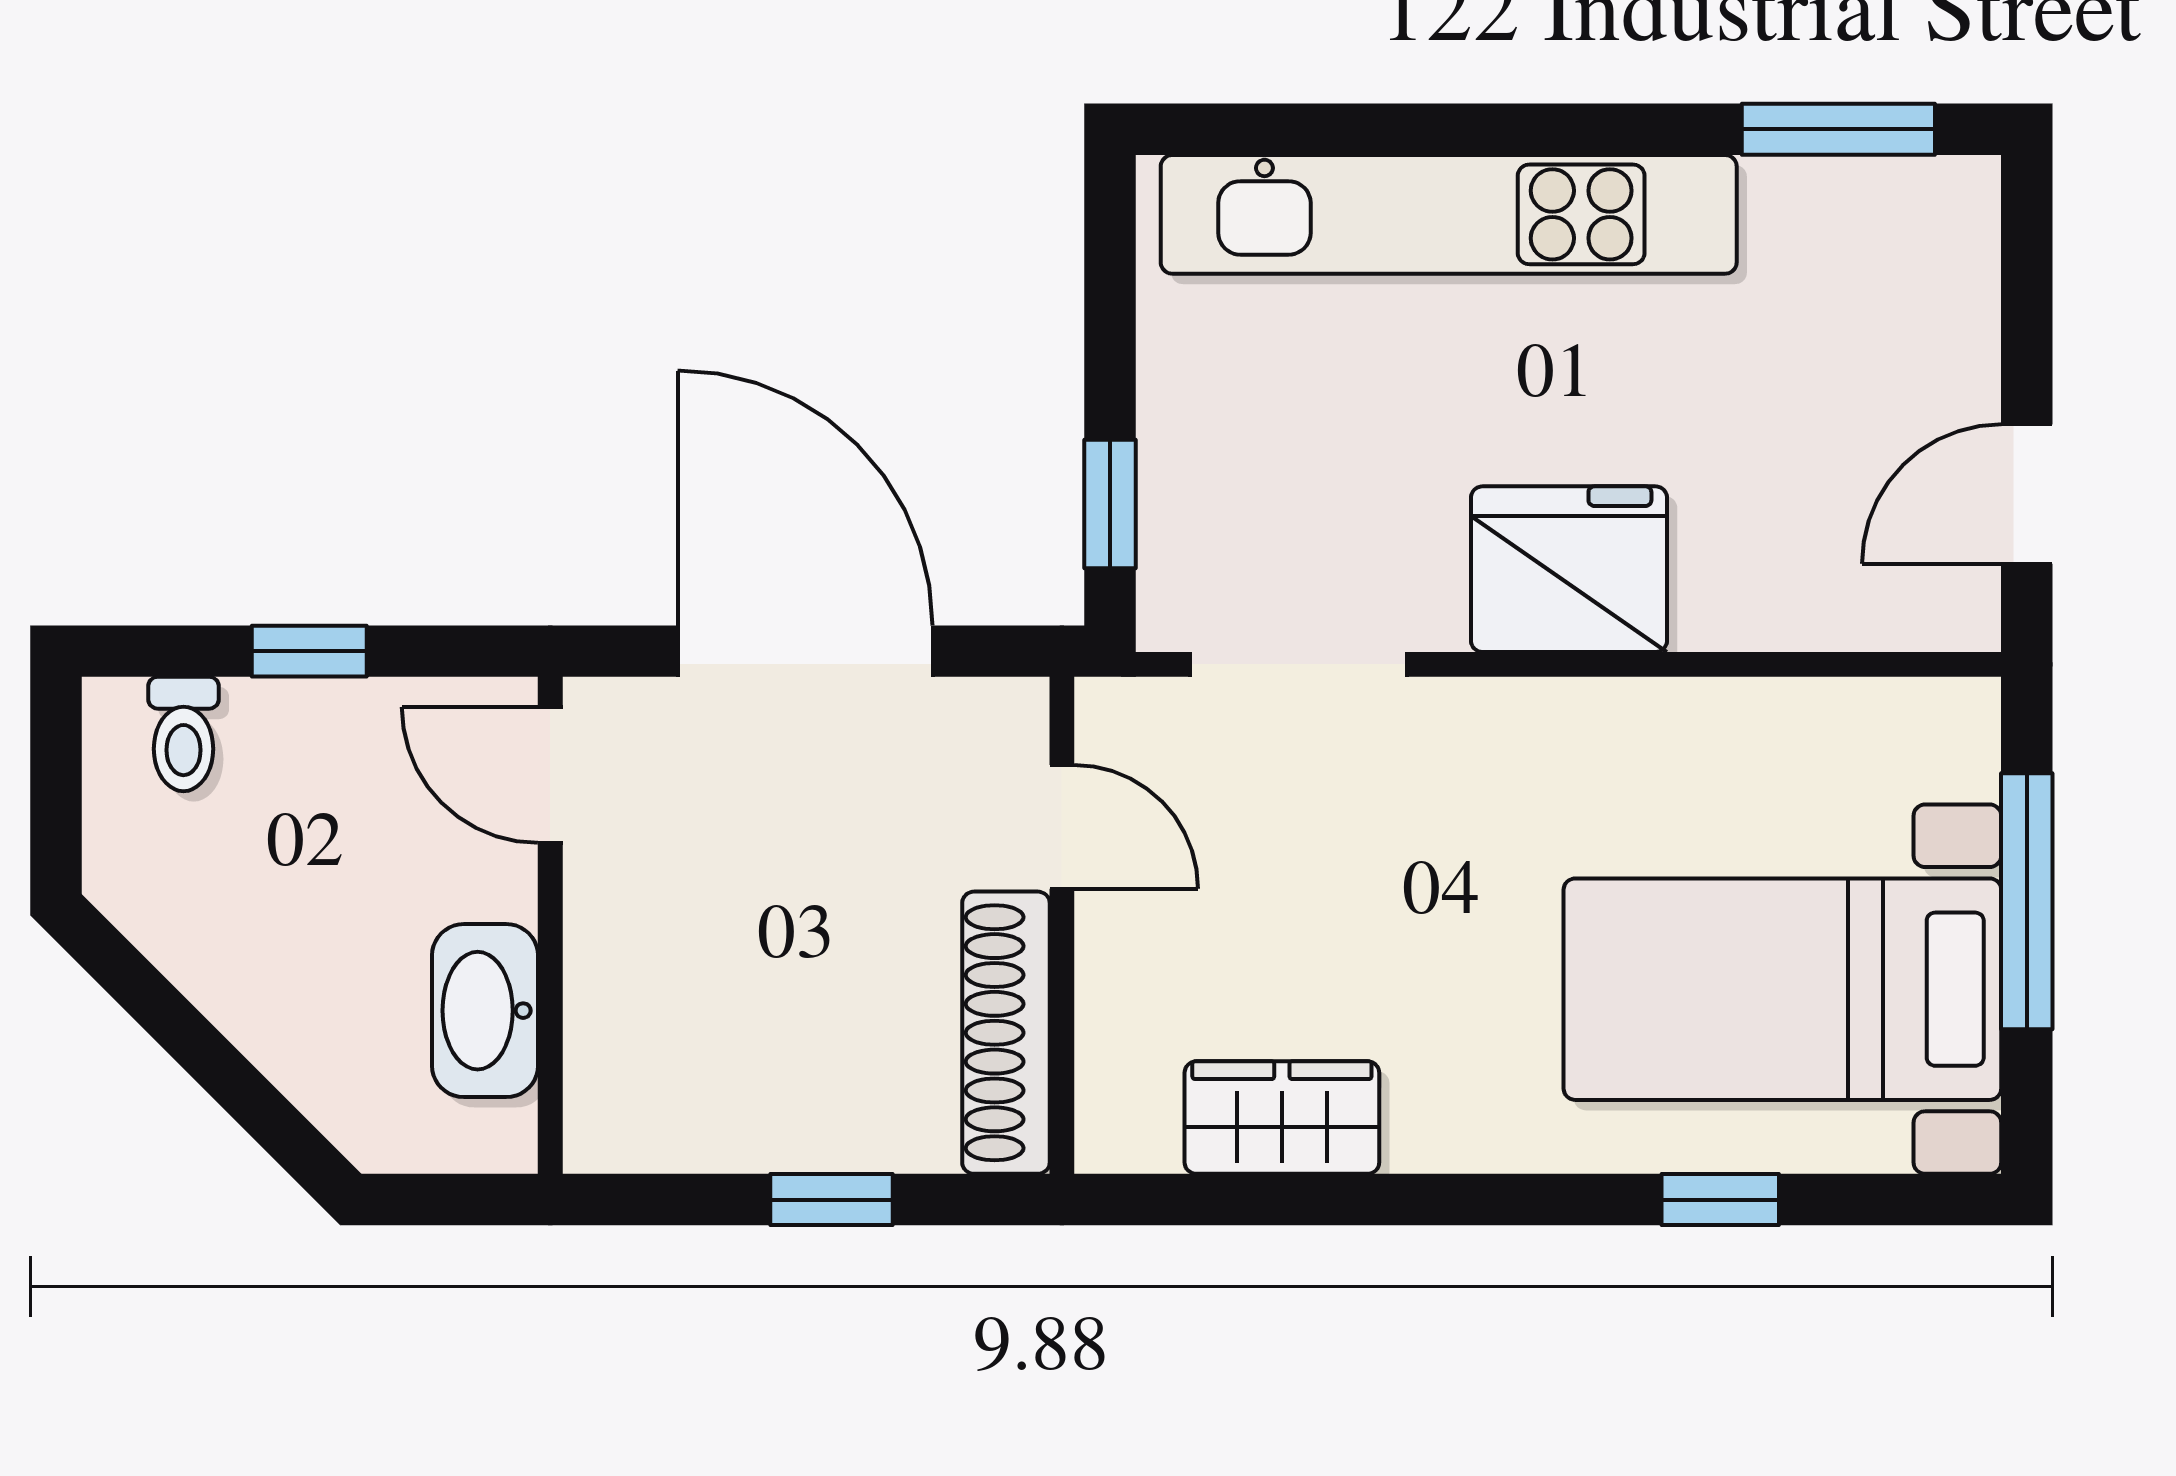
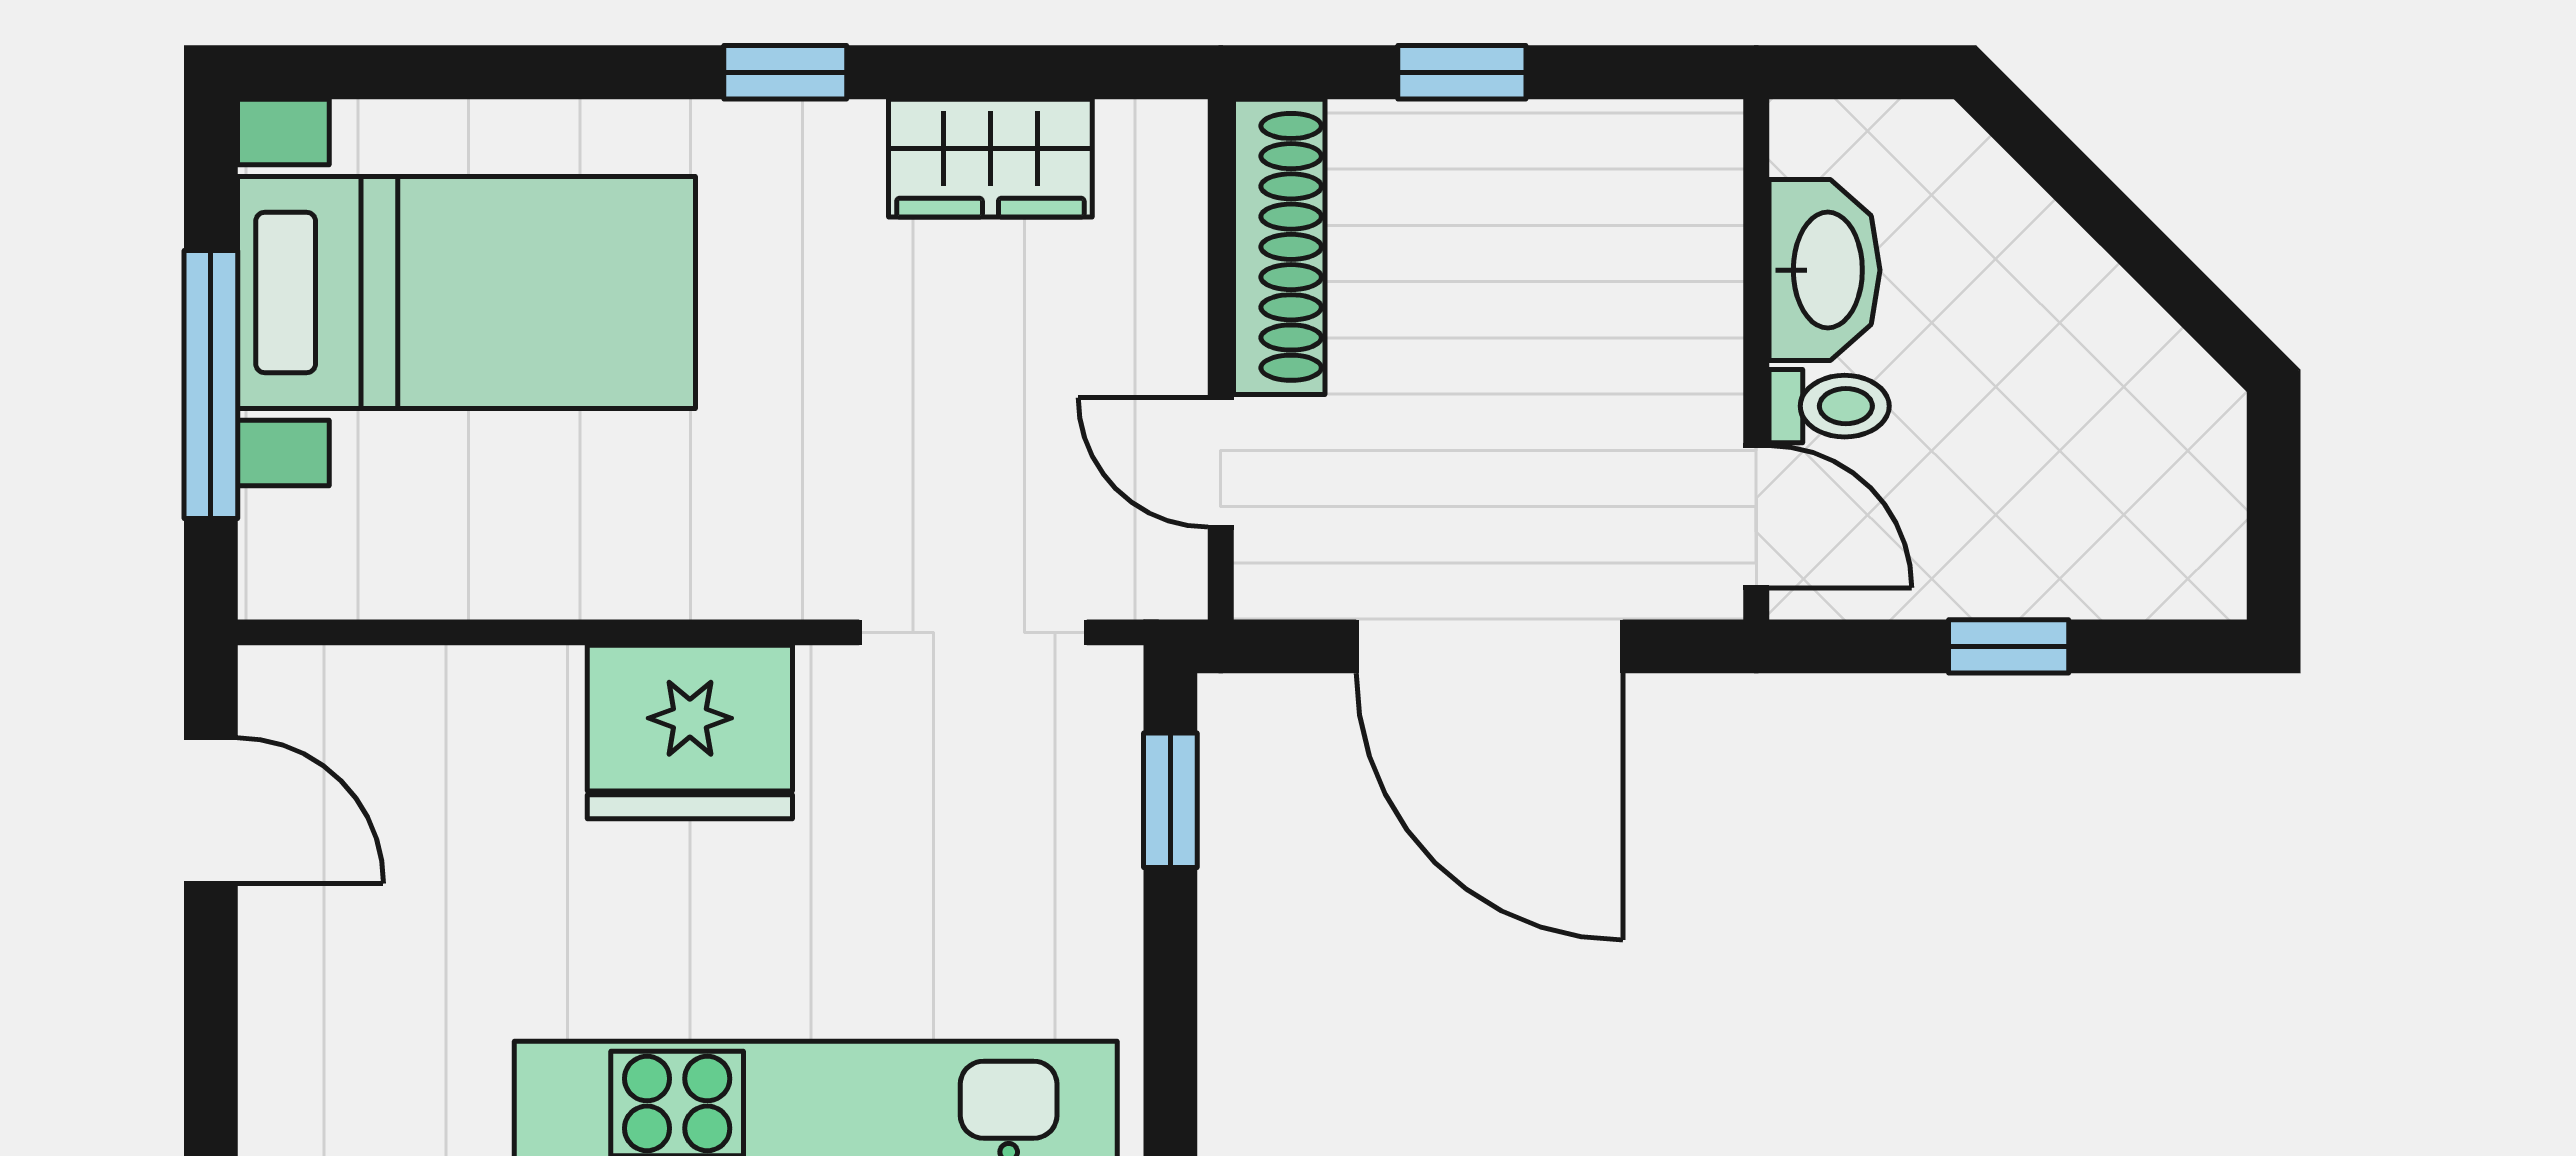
door: (2027, 494) -> (211, 811), hinge flipped
toilet: (183, 734) -> (1829, 406), moved, turned 90
window: (1720, 1200) -> (785, 72), moved

